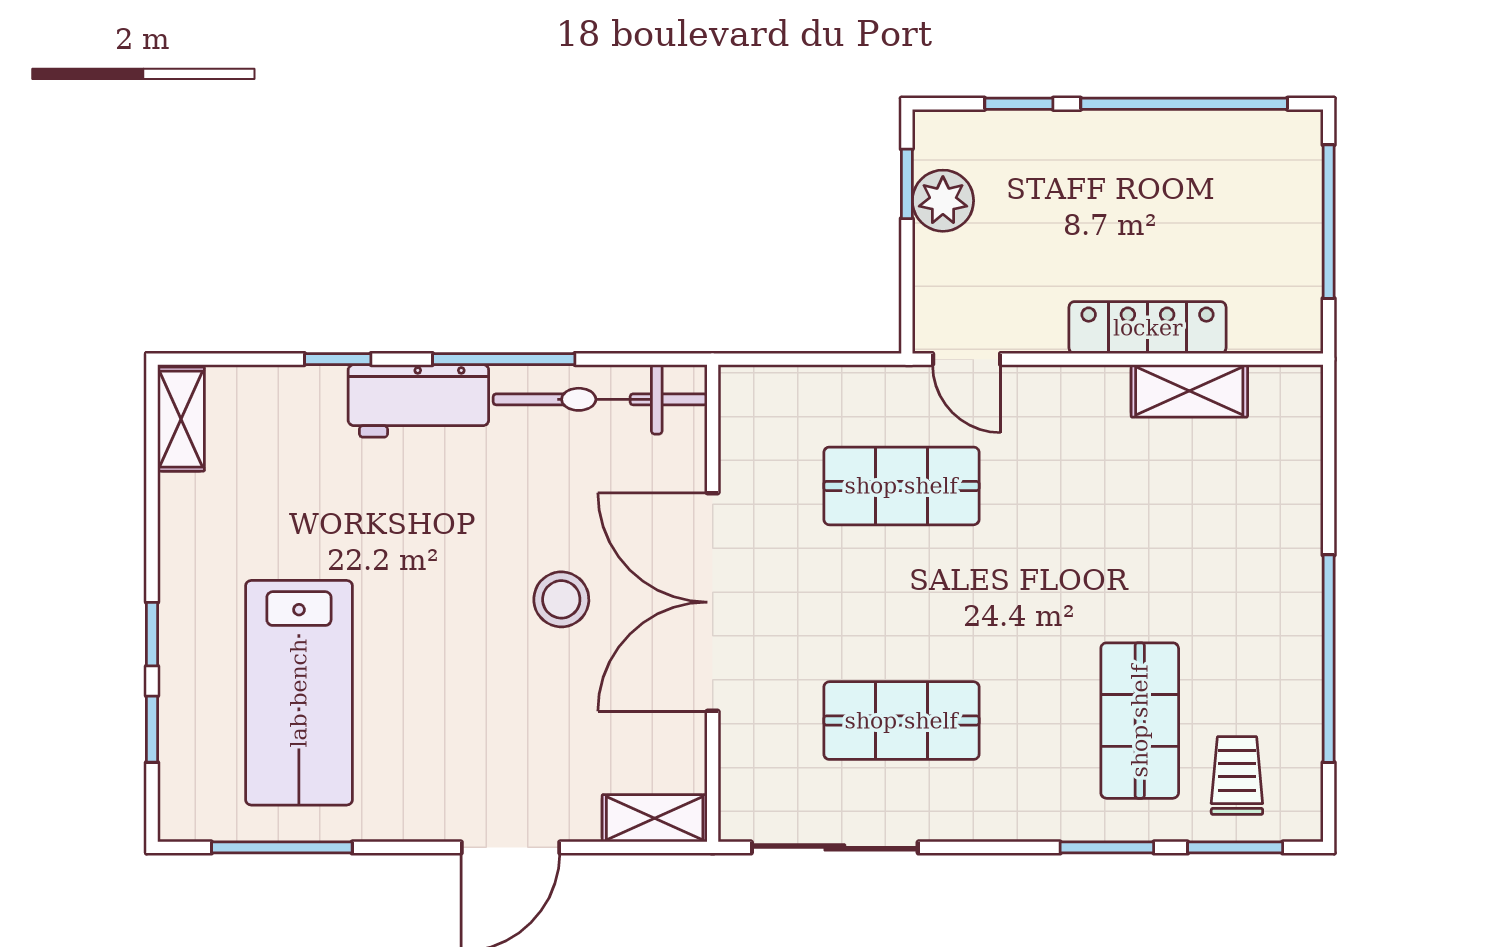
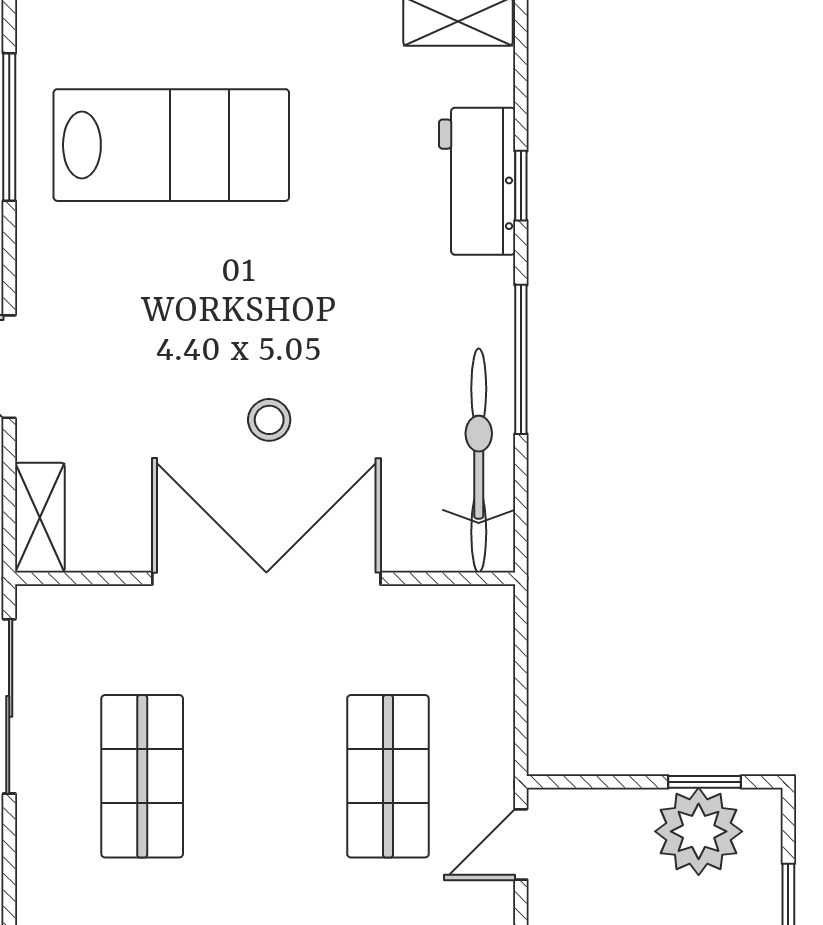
plant: (943, 201) -> (699, 831), width x1.36, depth x1.36
workbench: (418, 401) -> (477, 181), moved
stool: (561, 599) -> (269, 420), width x0.73, depth x0.73
lab bench: (299, 693) -> (171, 145), turned 180

